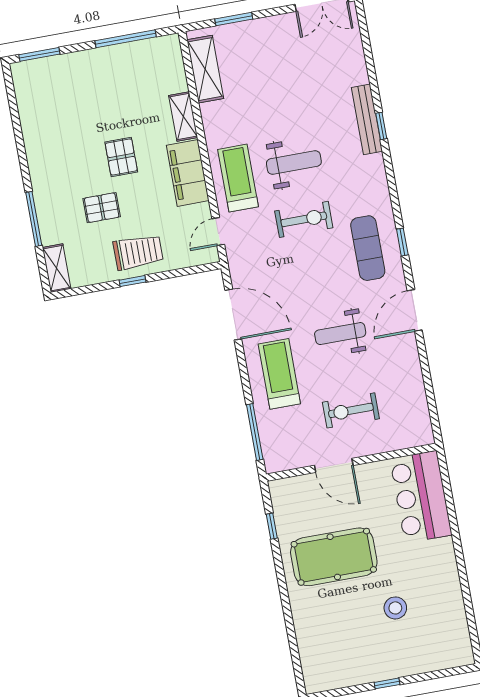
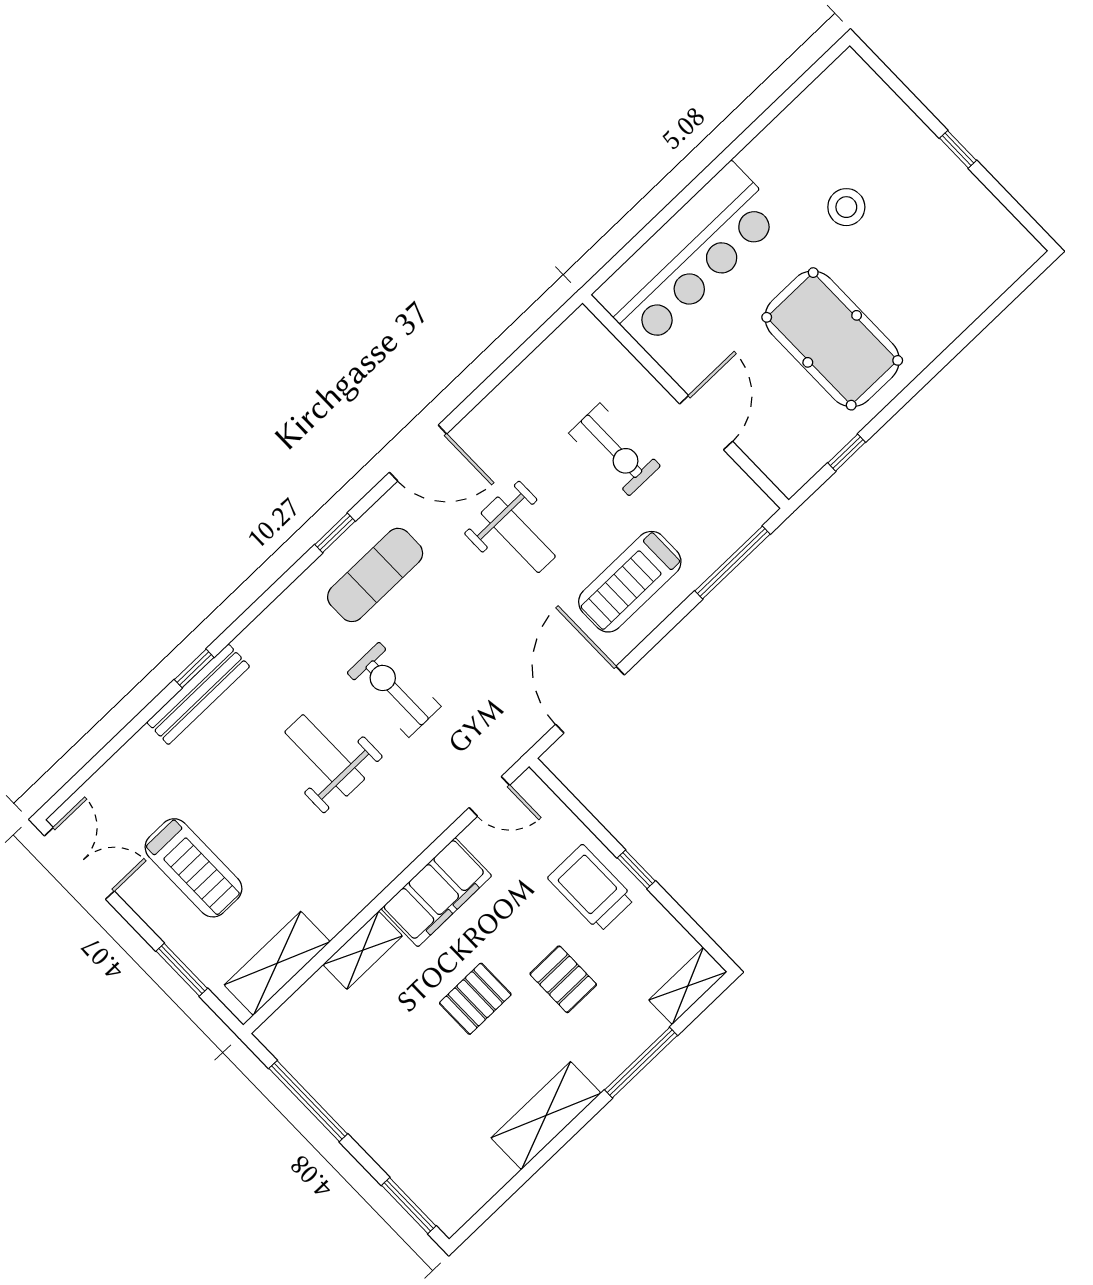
shelving: (39, 153) -> (546, 1116), added
treadmill: (238, 178) -> (193, 868), moved, turned -90
bar counter: (421, 497) -> (688, 256), width x1.36

